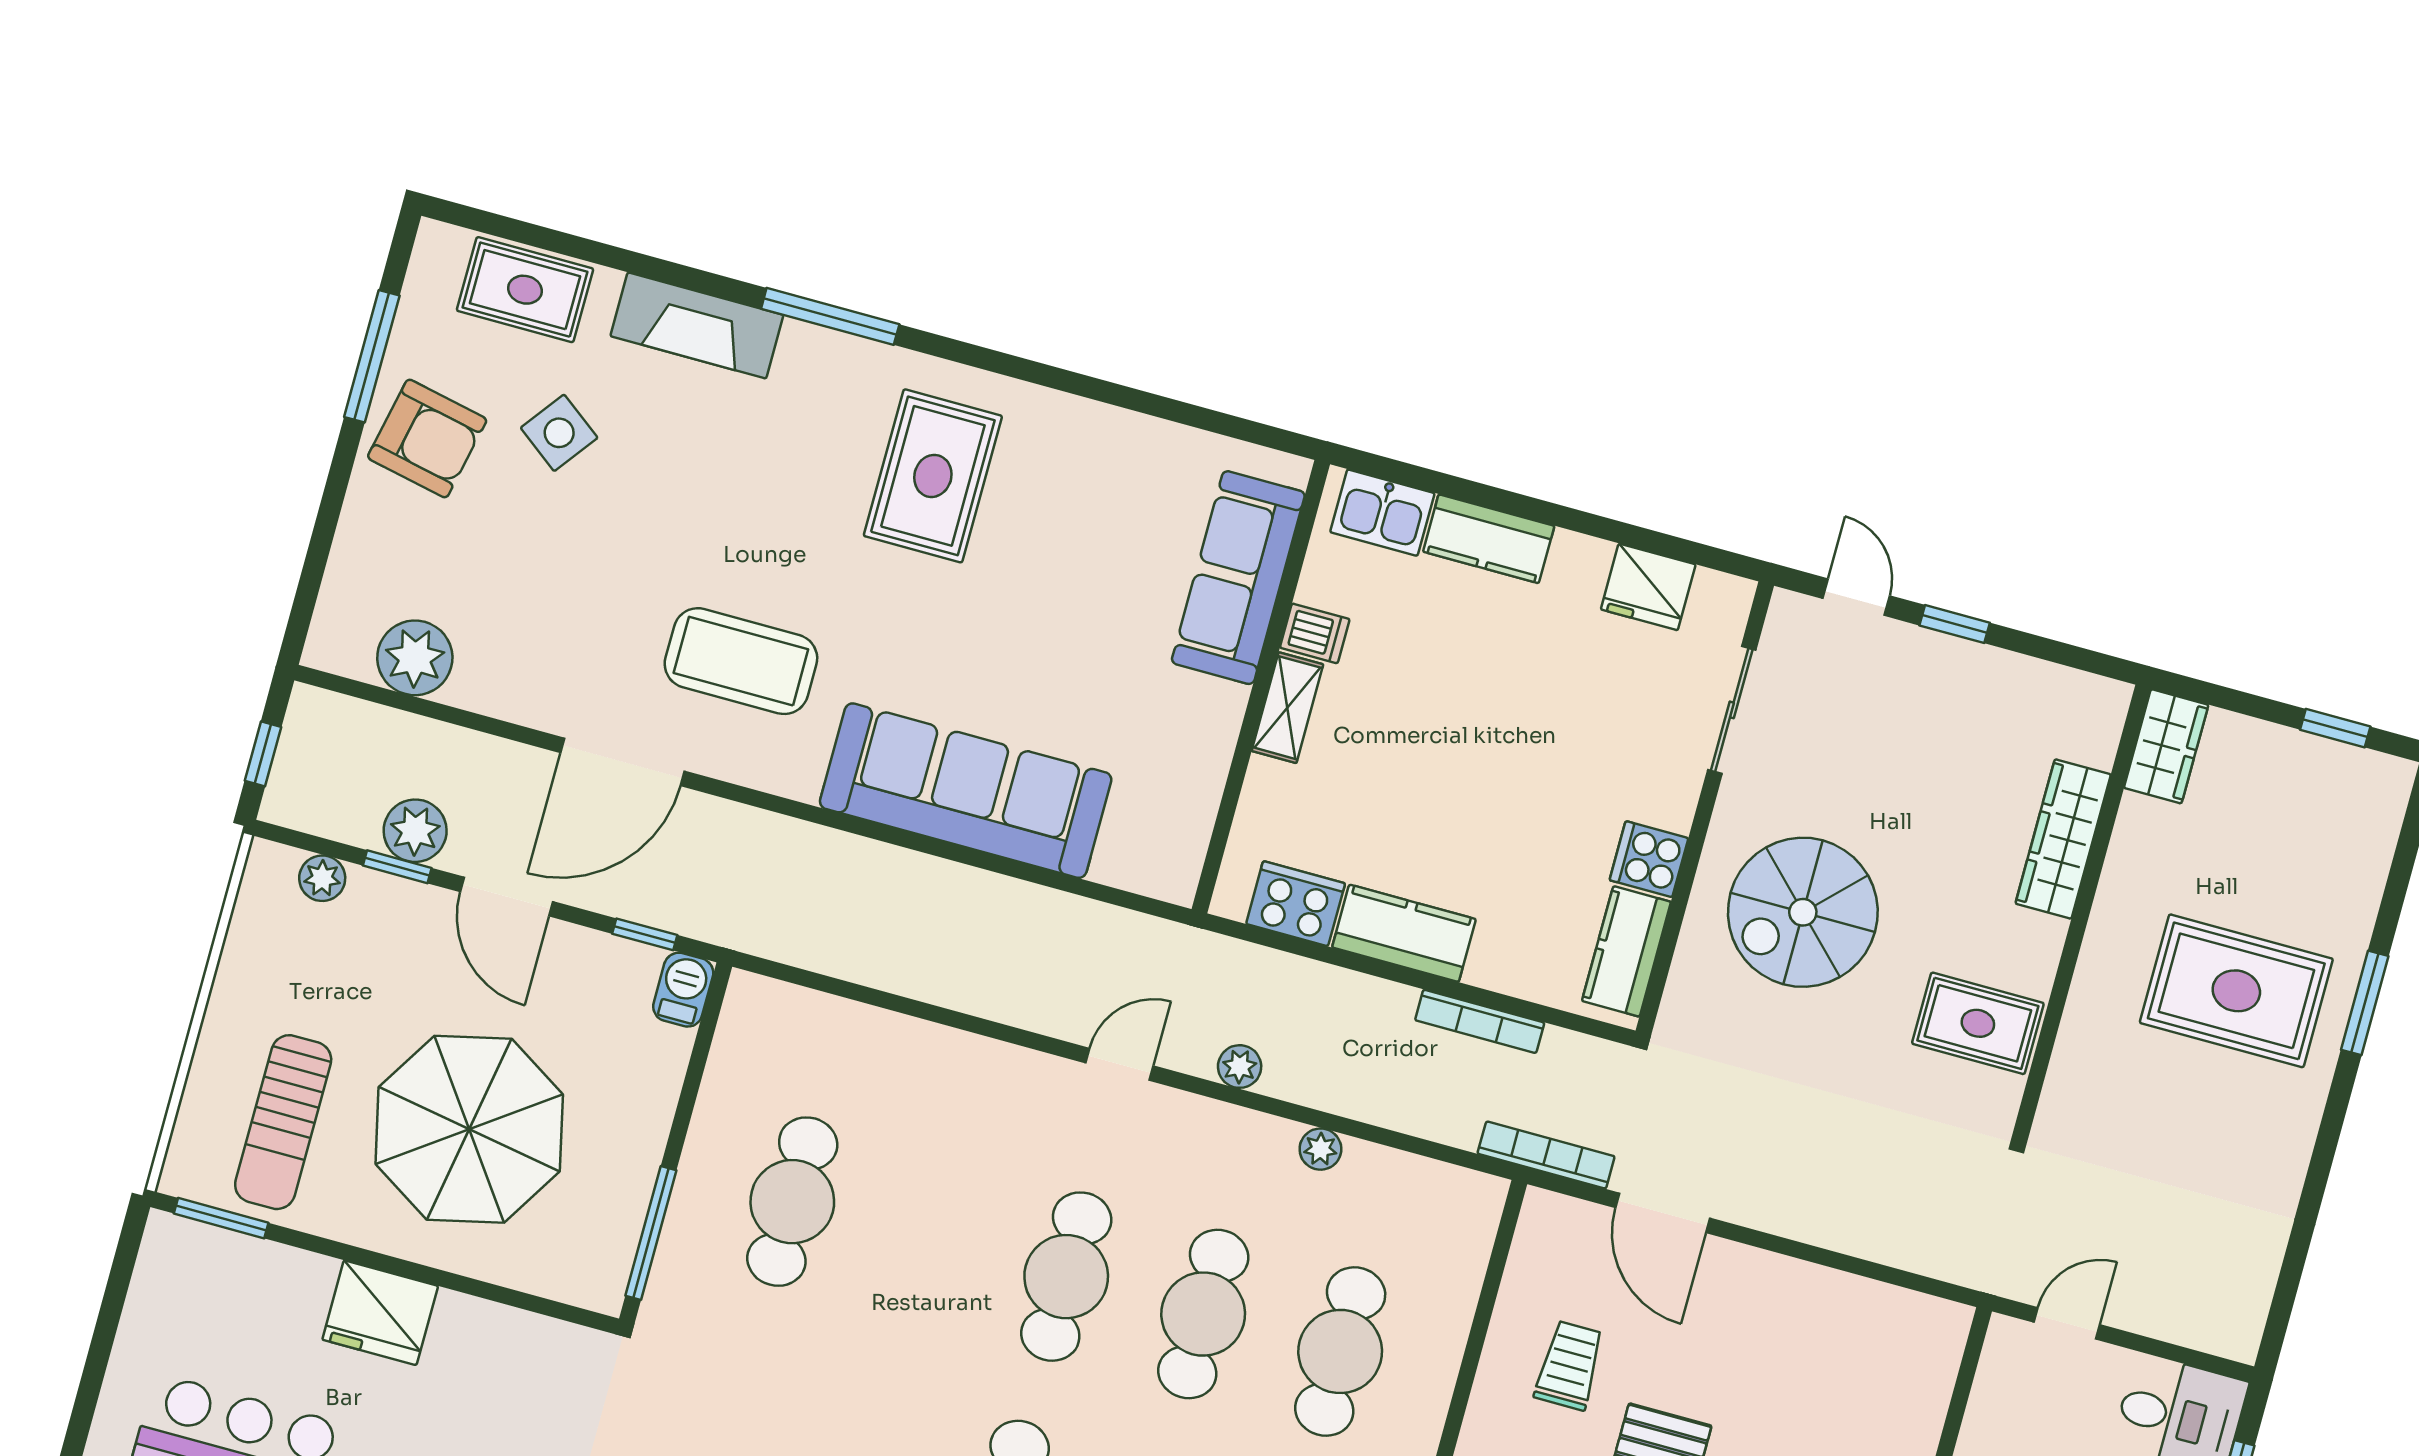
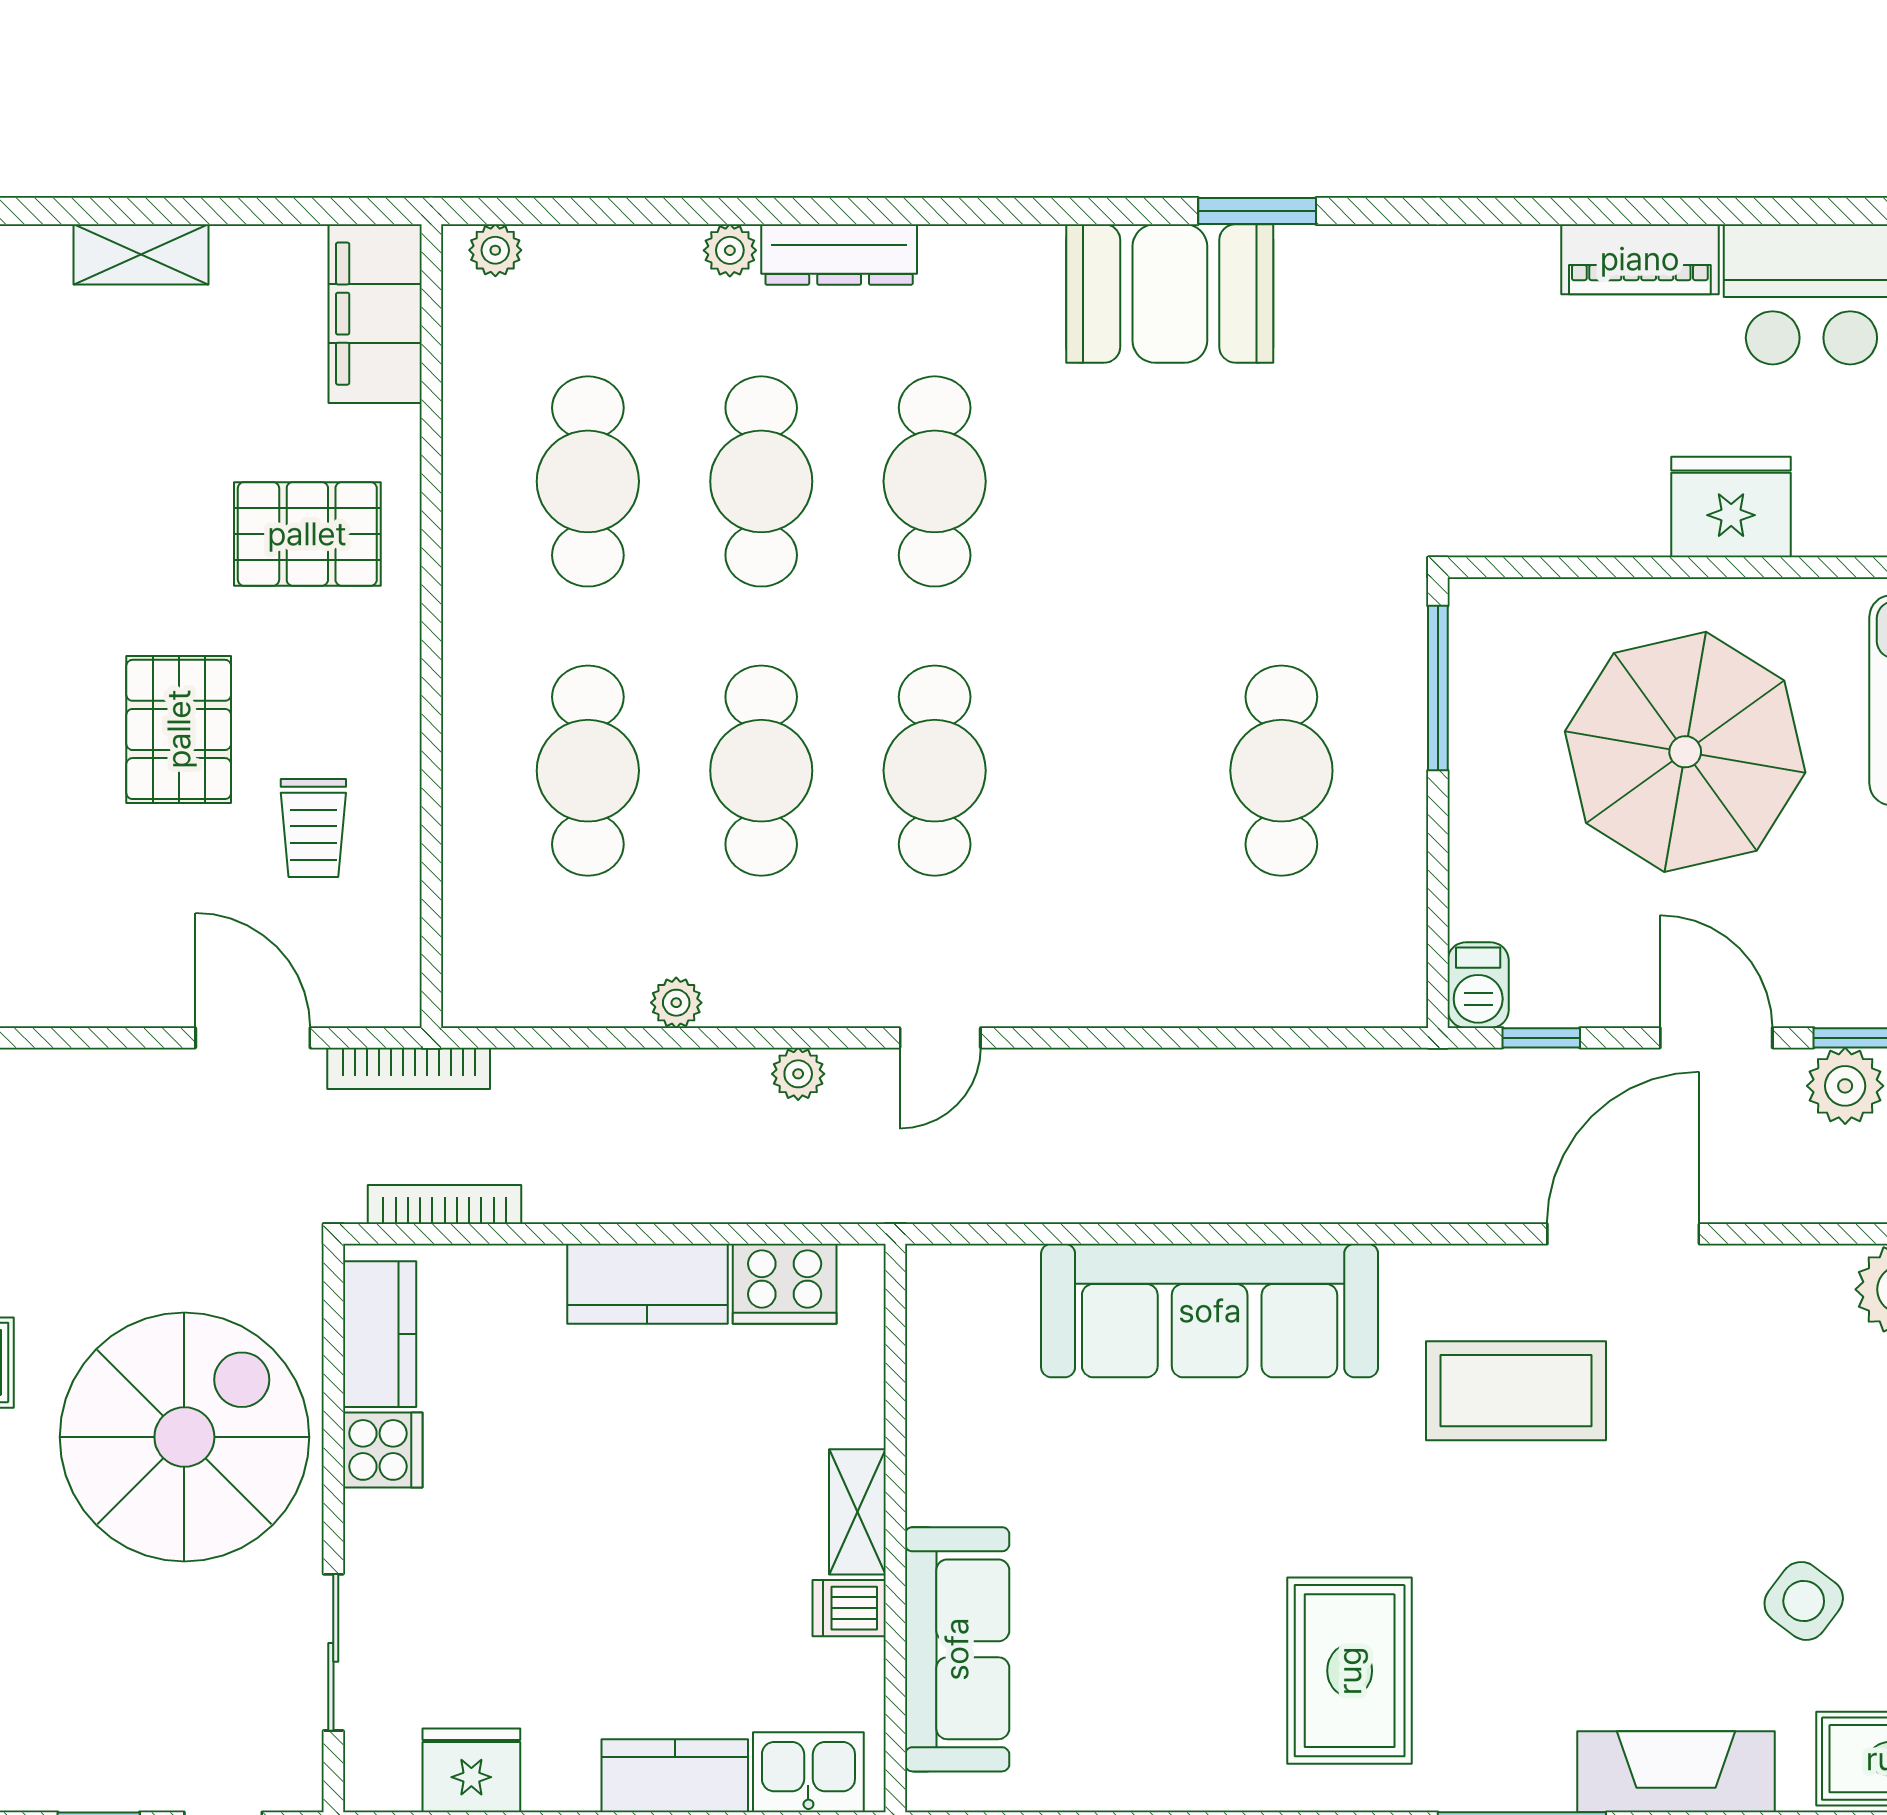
spiral stairs: (1803, 912) -> (184, 1437), width x1.37, depth x1.37
bookcase: (1480, 1021) -> (445, 1204), moved

